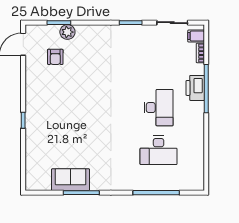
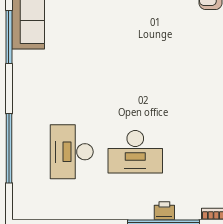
printer: (195, 88) -> (164, 211), width x0.53, depth x0.68

